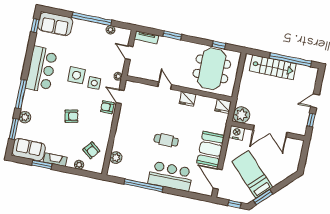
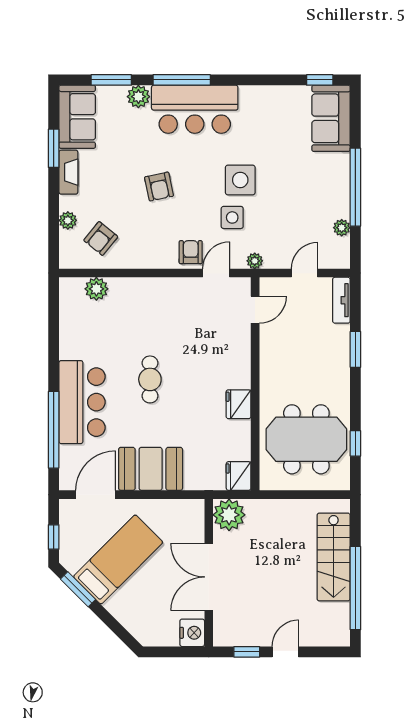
bar counter: (41, 69) -> (195, 109), moved
door: (165, 86) -> (255, 310), moved
door: (315, 101) -> (285, 652), hinge flipped
nightstand: (236, 133) -> (192, 633), moved
window: (144, 185) -> (54, 430), moved

